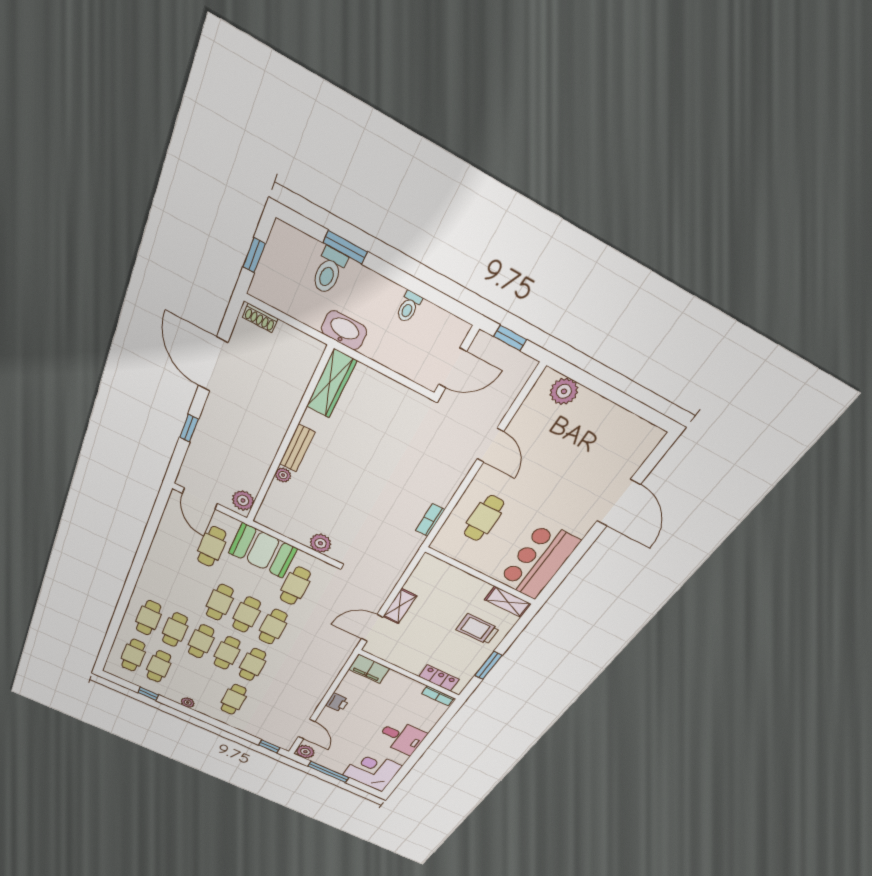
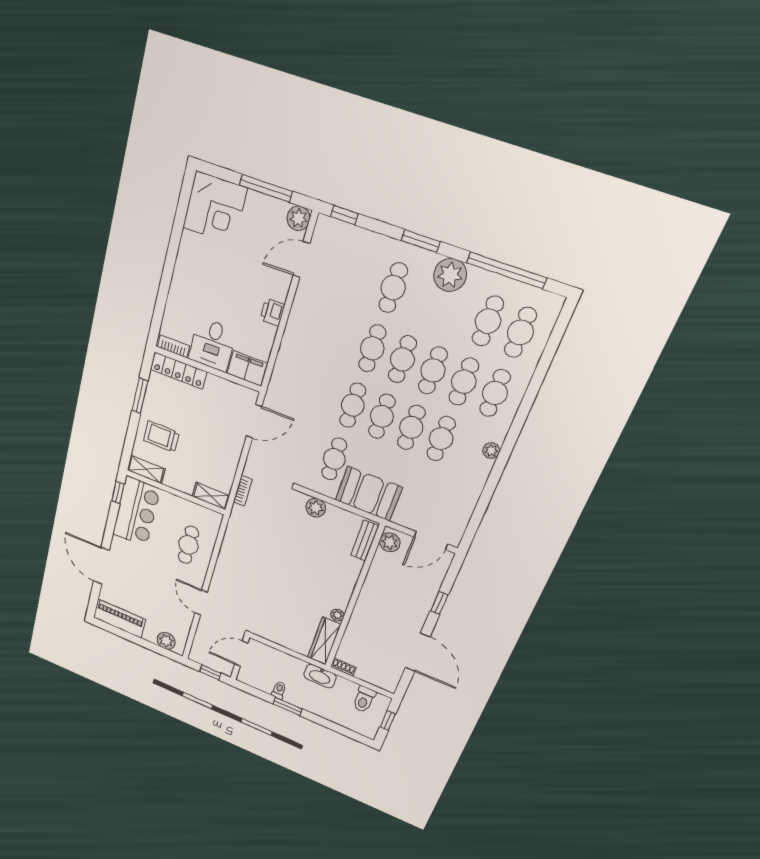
window: (345, 247) -> (287, 706), moved
toilet: (329, 271) -> (364, 699), moved, turned 180
shoe rack: (260, 318) -> (343, 667), moved
piano: (626, 429) -> (119, 619), added
bench: (297, 448) -> (365, 541), moved
plant: (283, 475) -> (337, 615), moved
door: (200, 498) -> (431, 541), swing flipped
bookcase: (430, 520) -> (243, 491), moved
cafe table: (212, 547) -> (441, 439), moved
plant: (147, 574) -> (491, 451), added
window: (554, 584) -> (118, 492), added
shelving: (400, 606) -> (211, 496), moved, turned 90
trolley: (478, 629) -> (161, 436), turned 180
locker: (439, 678) -> (179, 371), width x1.53
window: (148, 694) -> (506, 270), width x3.17
plant: (188, 702) -> (450, 275), width x1.87, depth x1.87
window: (212, 722) -> (421, 241), added
door: (307, 729) -> (301, 260), hinge flipped
desk: (402, 737) -> (212, 345), moved, turned -90

